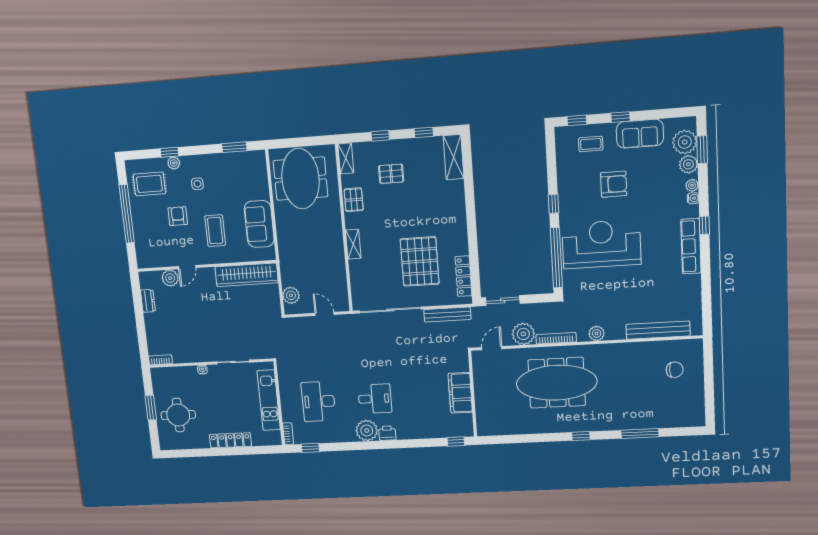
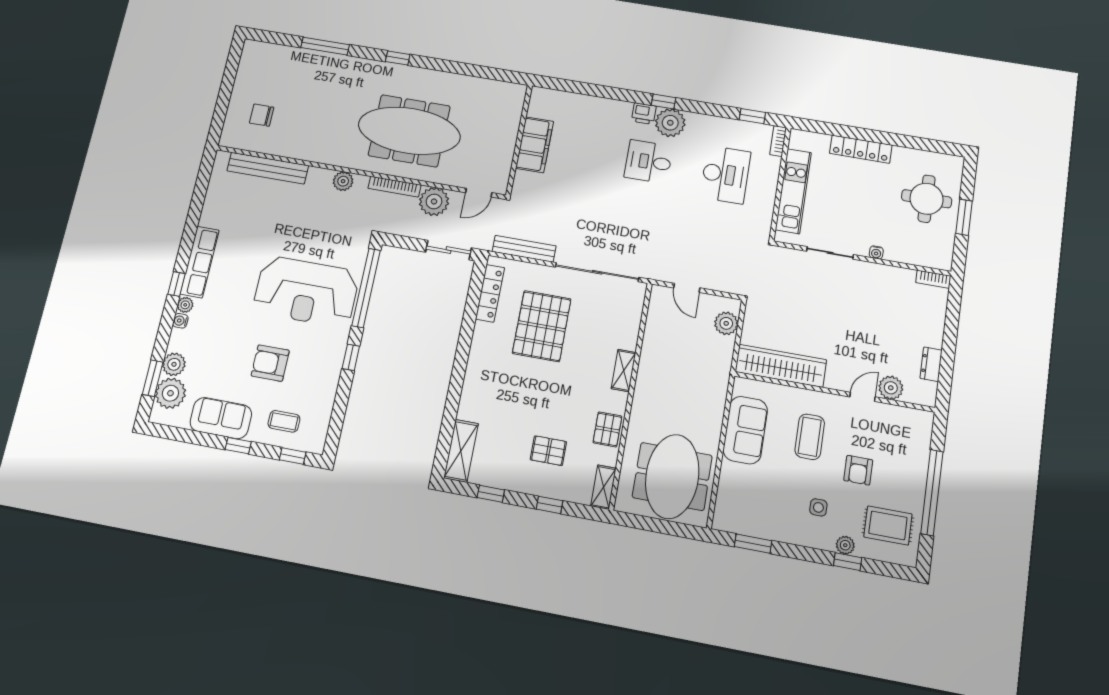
plant: (692, 185) -> (185, 305), moved
window: (456, 441) -> (663, 102), moved

